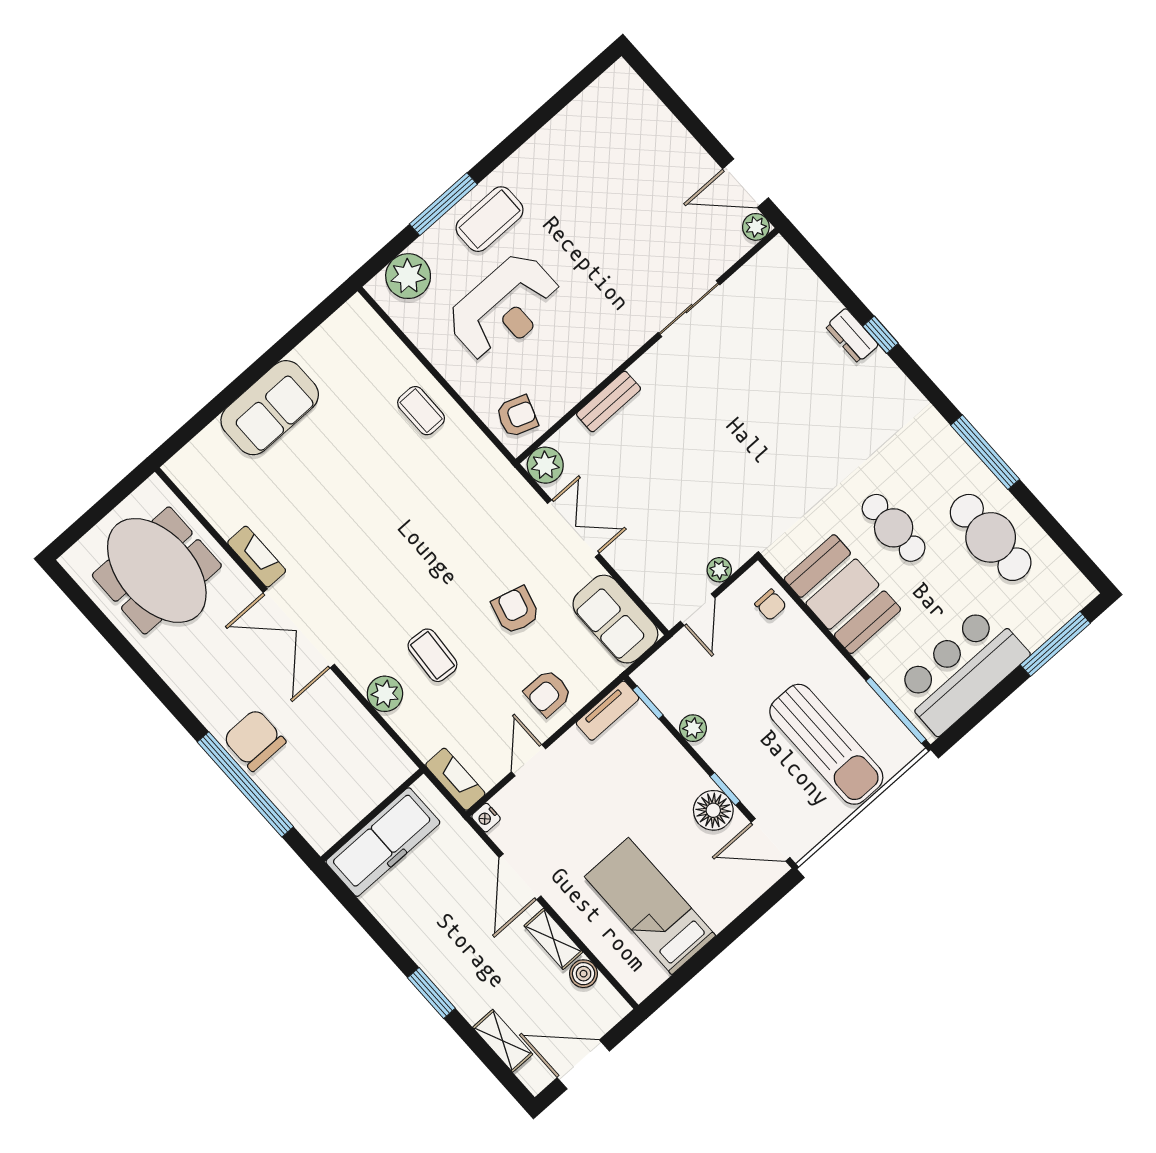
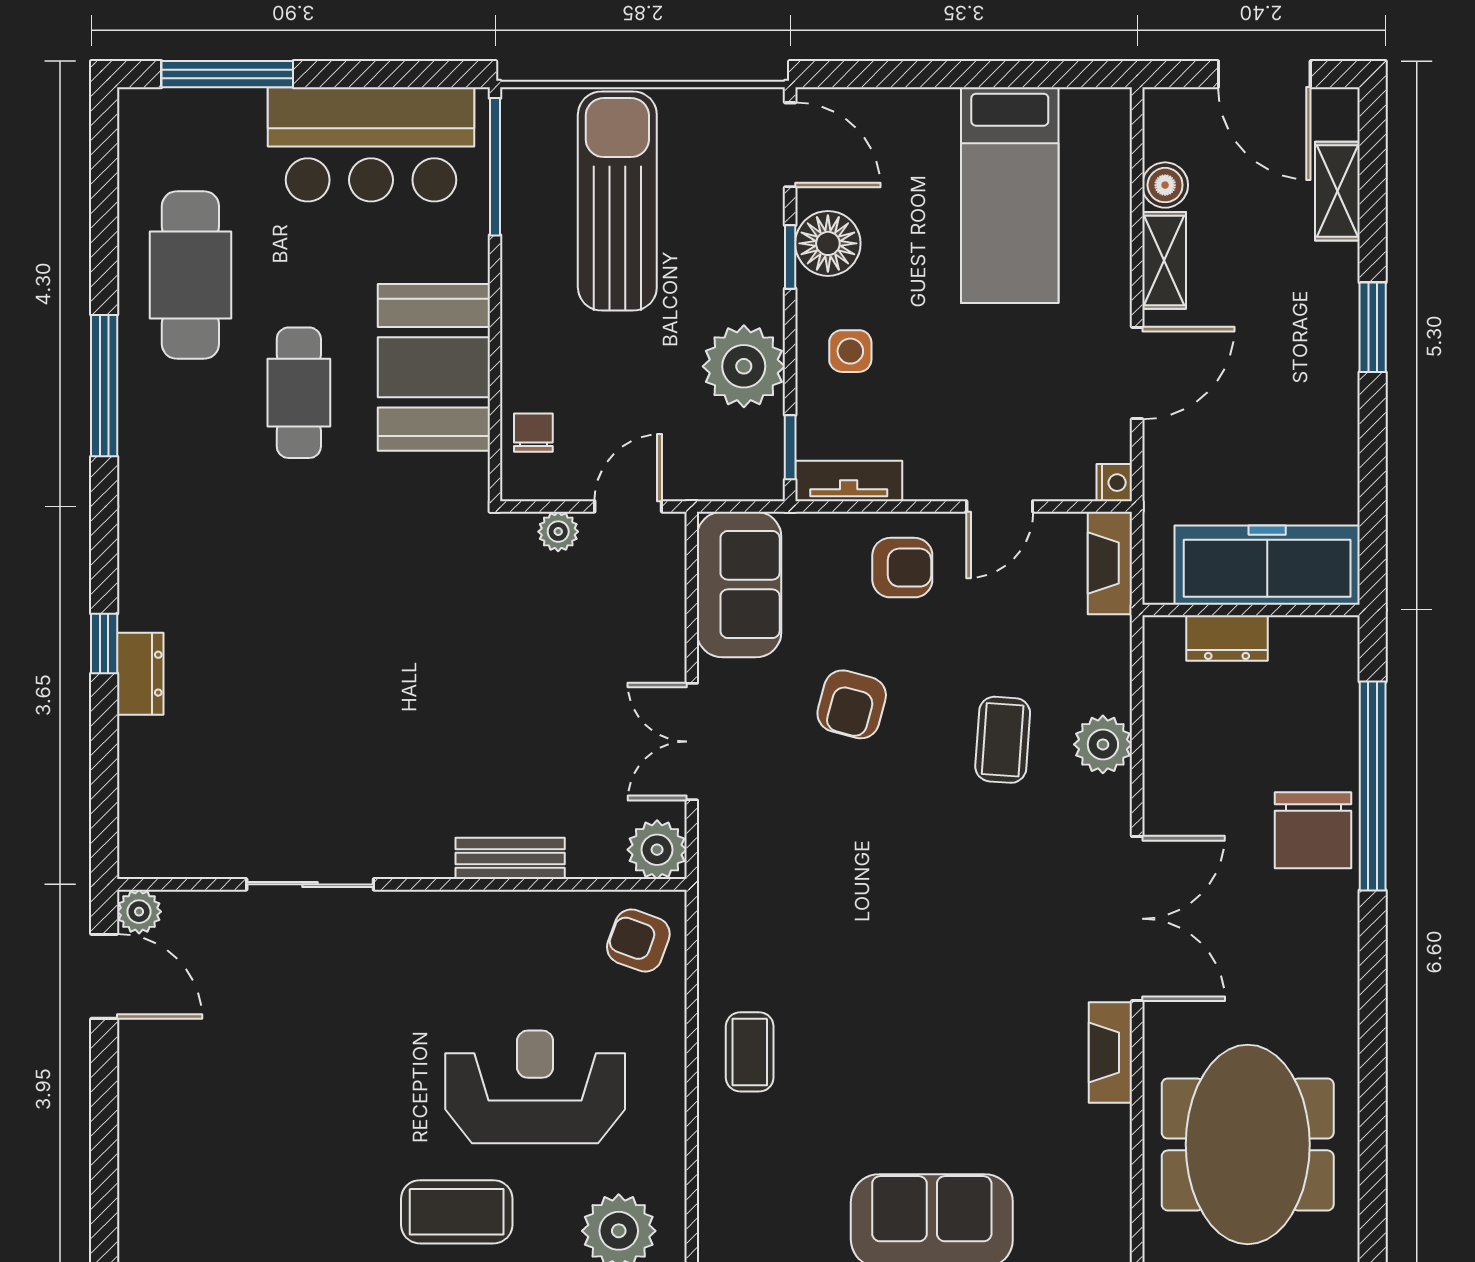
plant: (693, 728) -> (744, 366), width x1.87, depth x1.87
side table: (659, 770) -> (850, 351), added
dresser: (372, 793) -> (1227, 638), added

